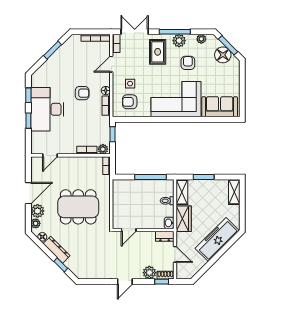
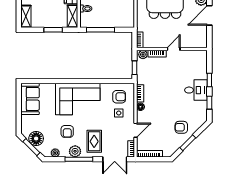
armchair: (82, 93) -> (181, 127), moved
sofa: (220, 107) -> (30, 99), moved, turned -90
desk: (47, 109) -> (196, 90), width x0.53, depth x0.77
door: (50, 155) -> (174, 49), moved

